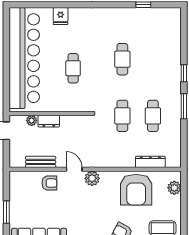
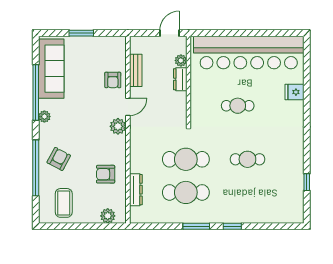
cafe table: (122, 116) -> (186, 159), width x1.37, depth x1.35
cafe table: (153, 116) -> (186, 192), width x1.37, depth x1.35
armchair: (136, 190) -> (106, 174), width x0.53, depth x0.53

